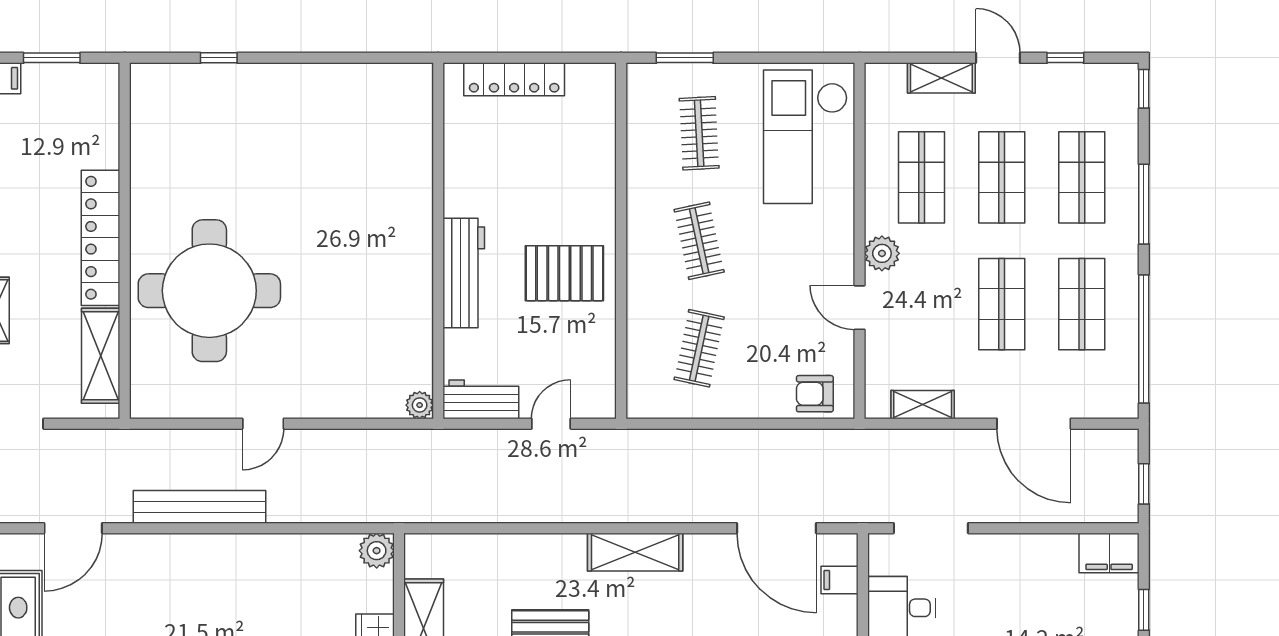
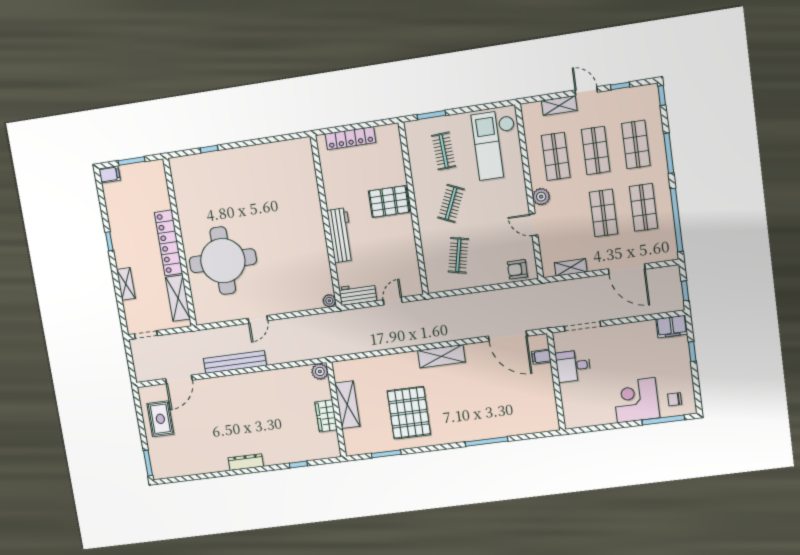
clothes rail: (699, 241) -> (451, 203), turned 36
pallet: (564, 273) -> (389, 202), moved

